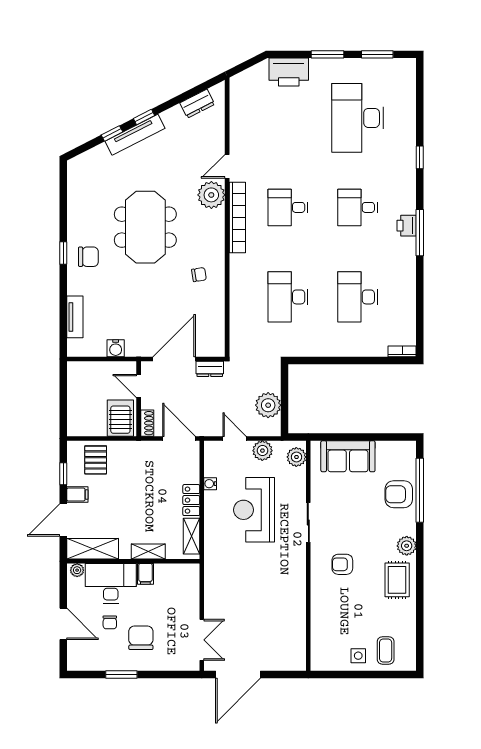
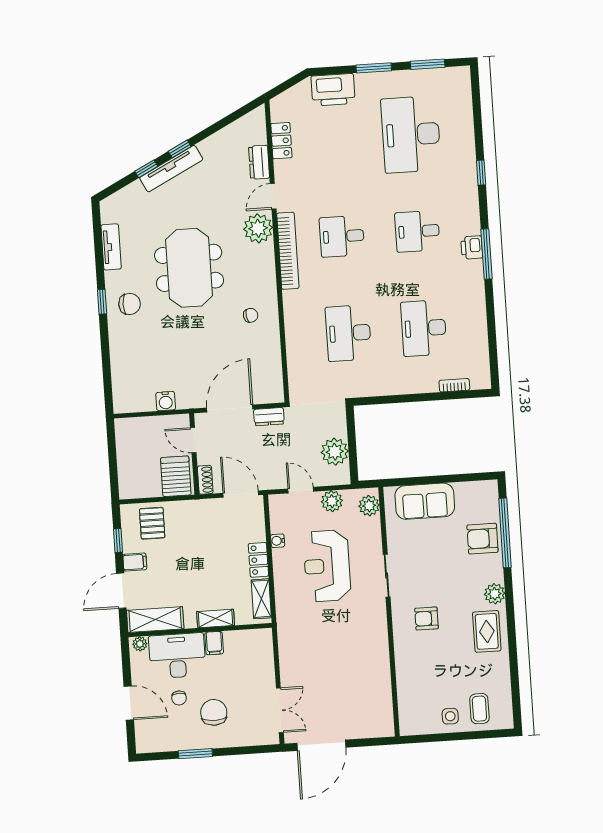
dresser: (197, 104) -> (259, 162), moved, turned 117
locker: (238, 116) -> (281, 141), added
tv unit: (75, 317) -> (111, 247), moved
bookcase: (402, 351) -> (454, 385), moved

